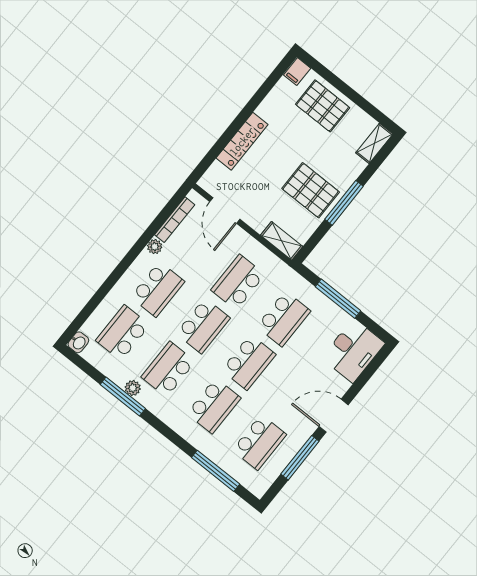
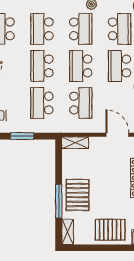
pallet: (311, 190) -> (78, 195), moved, turned 90
window: (344, 203) -> (59, 201), moved
window: (338, 299) -> (22, 136), width x0.69

